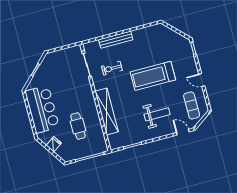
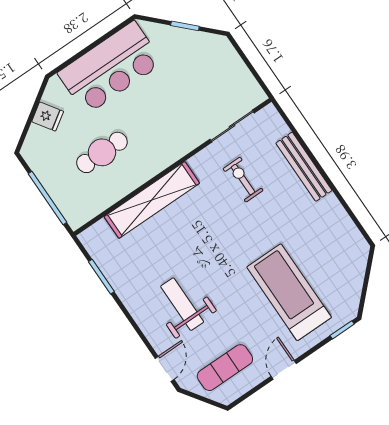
treadmill: (153, 76) -> (289, 292), moved
weight bench: (157, 114) -> (182, 304), turned 180

